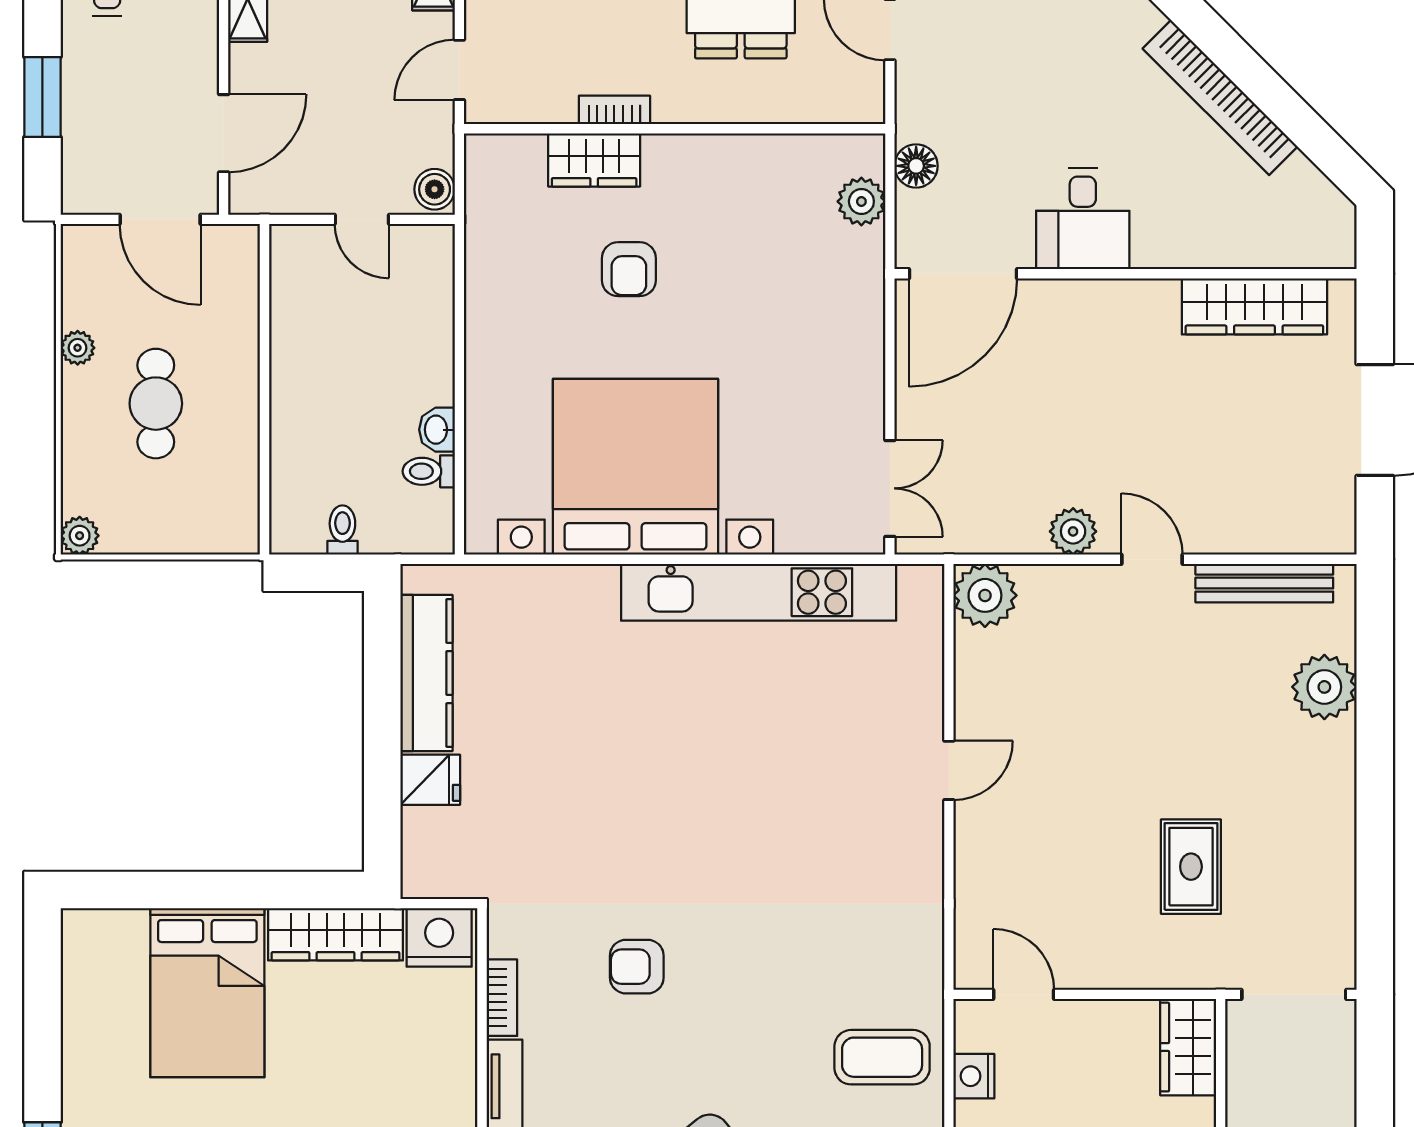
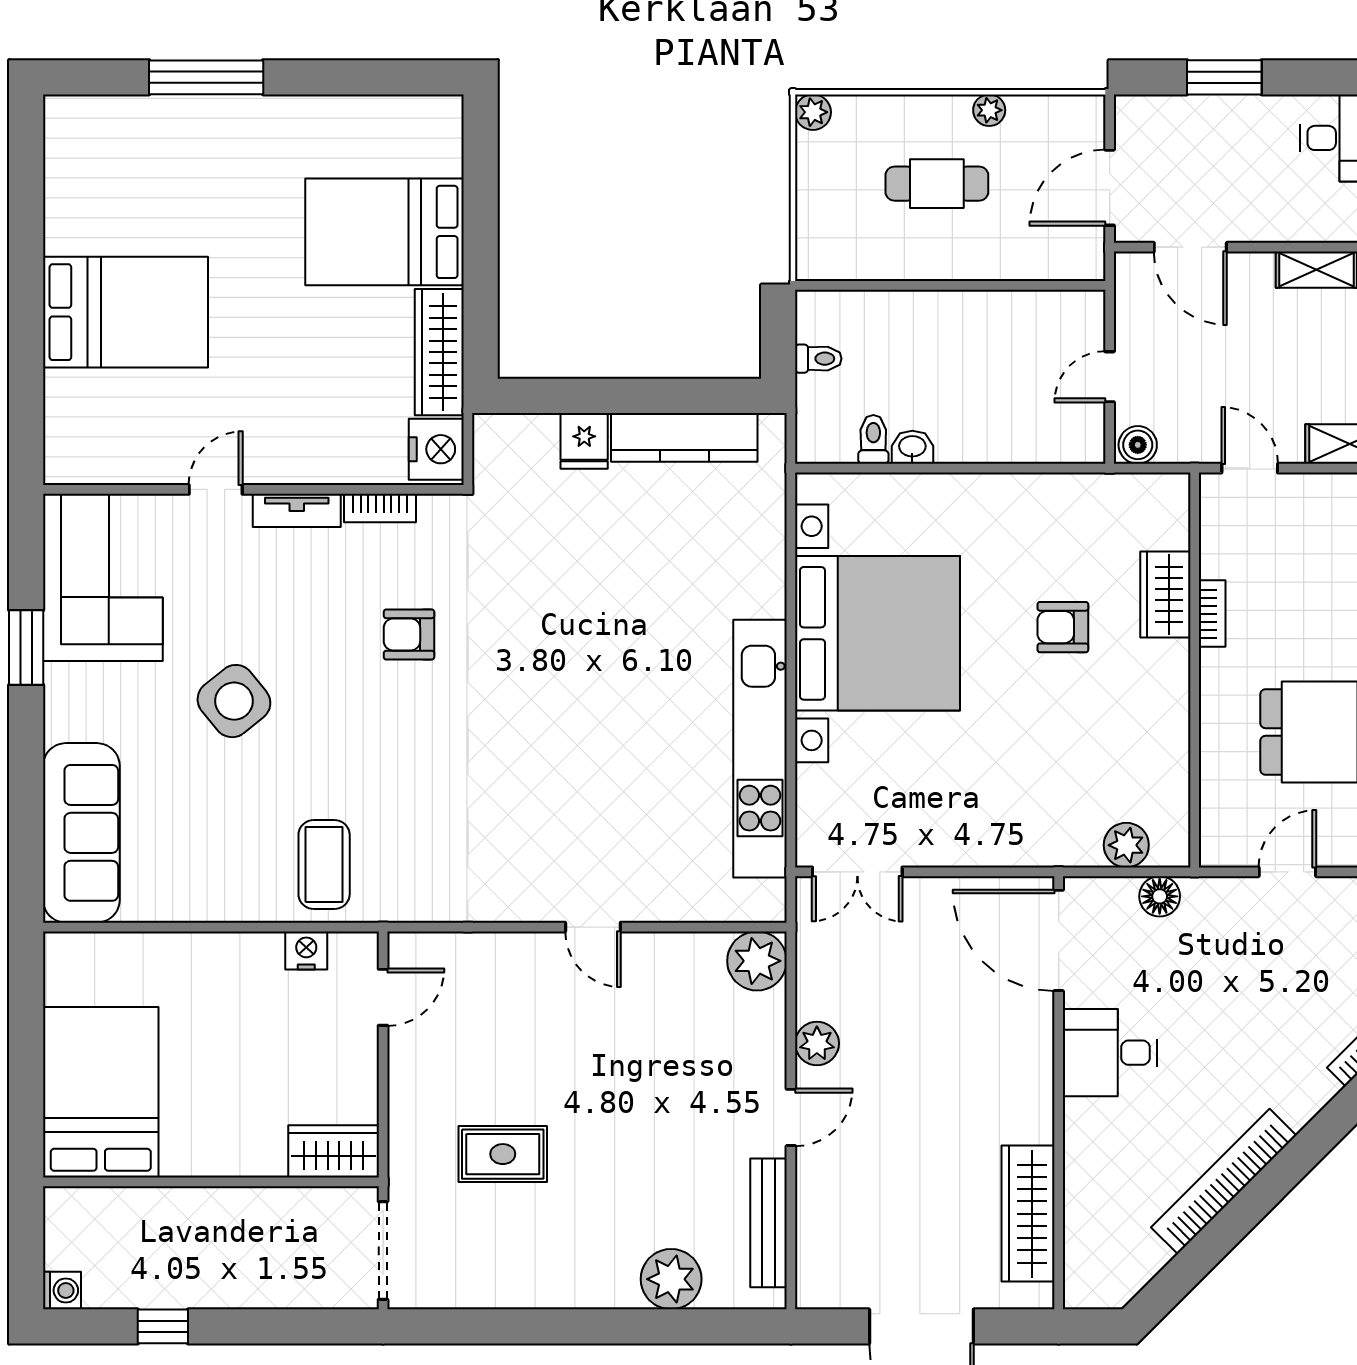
armchair: (637, 967) -> (409, 634), turned -90

